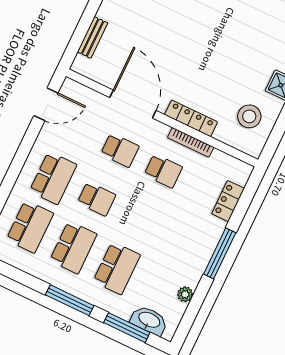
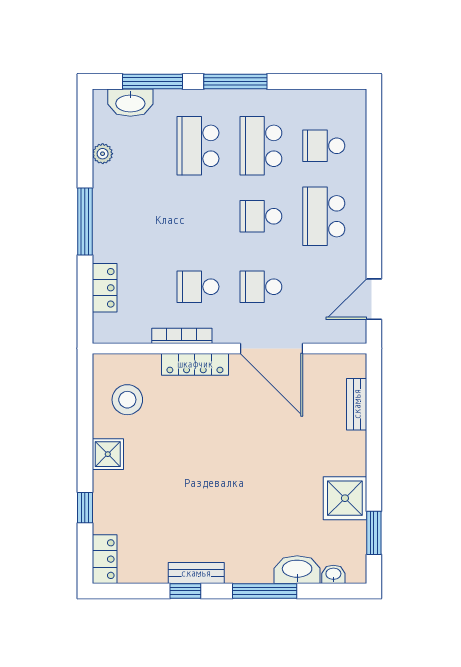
school desk: (30, 227) -> (324, 146), width x0.54

